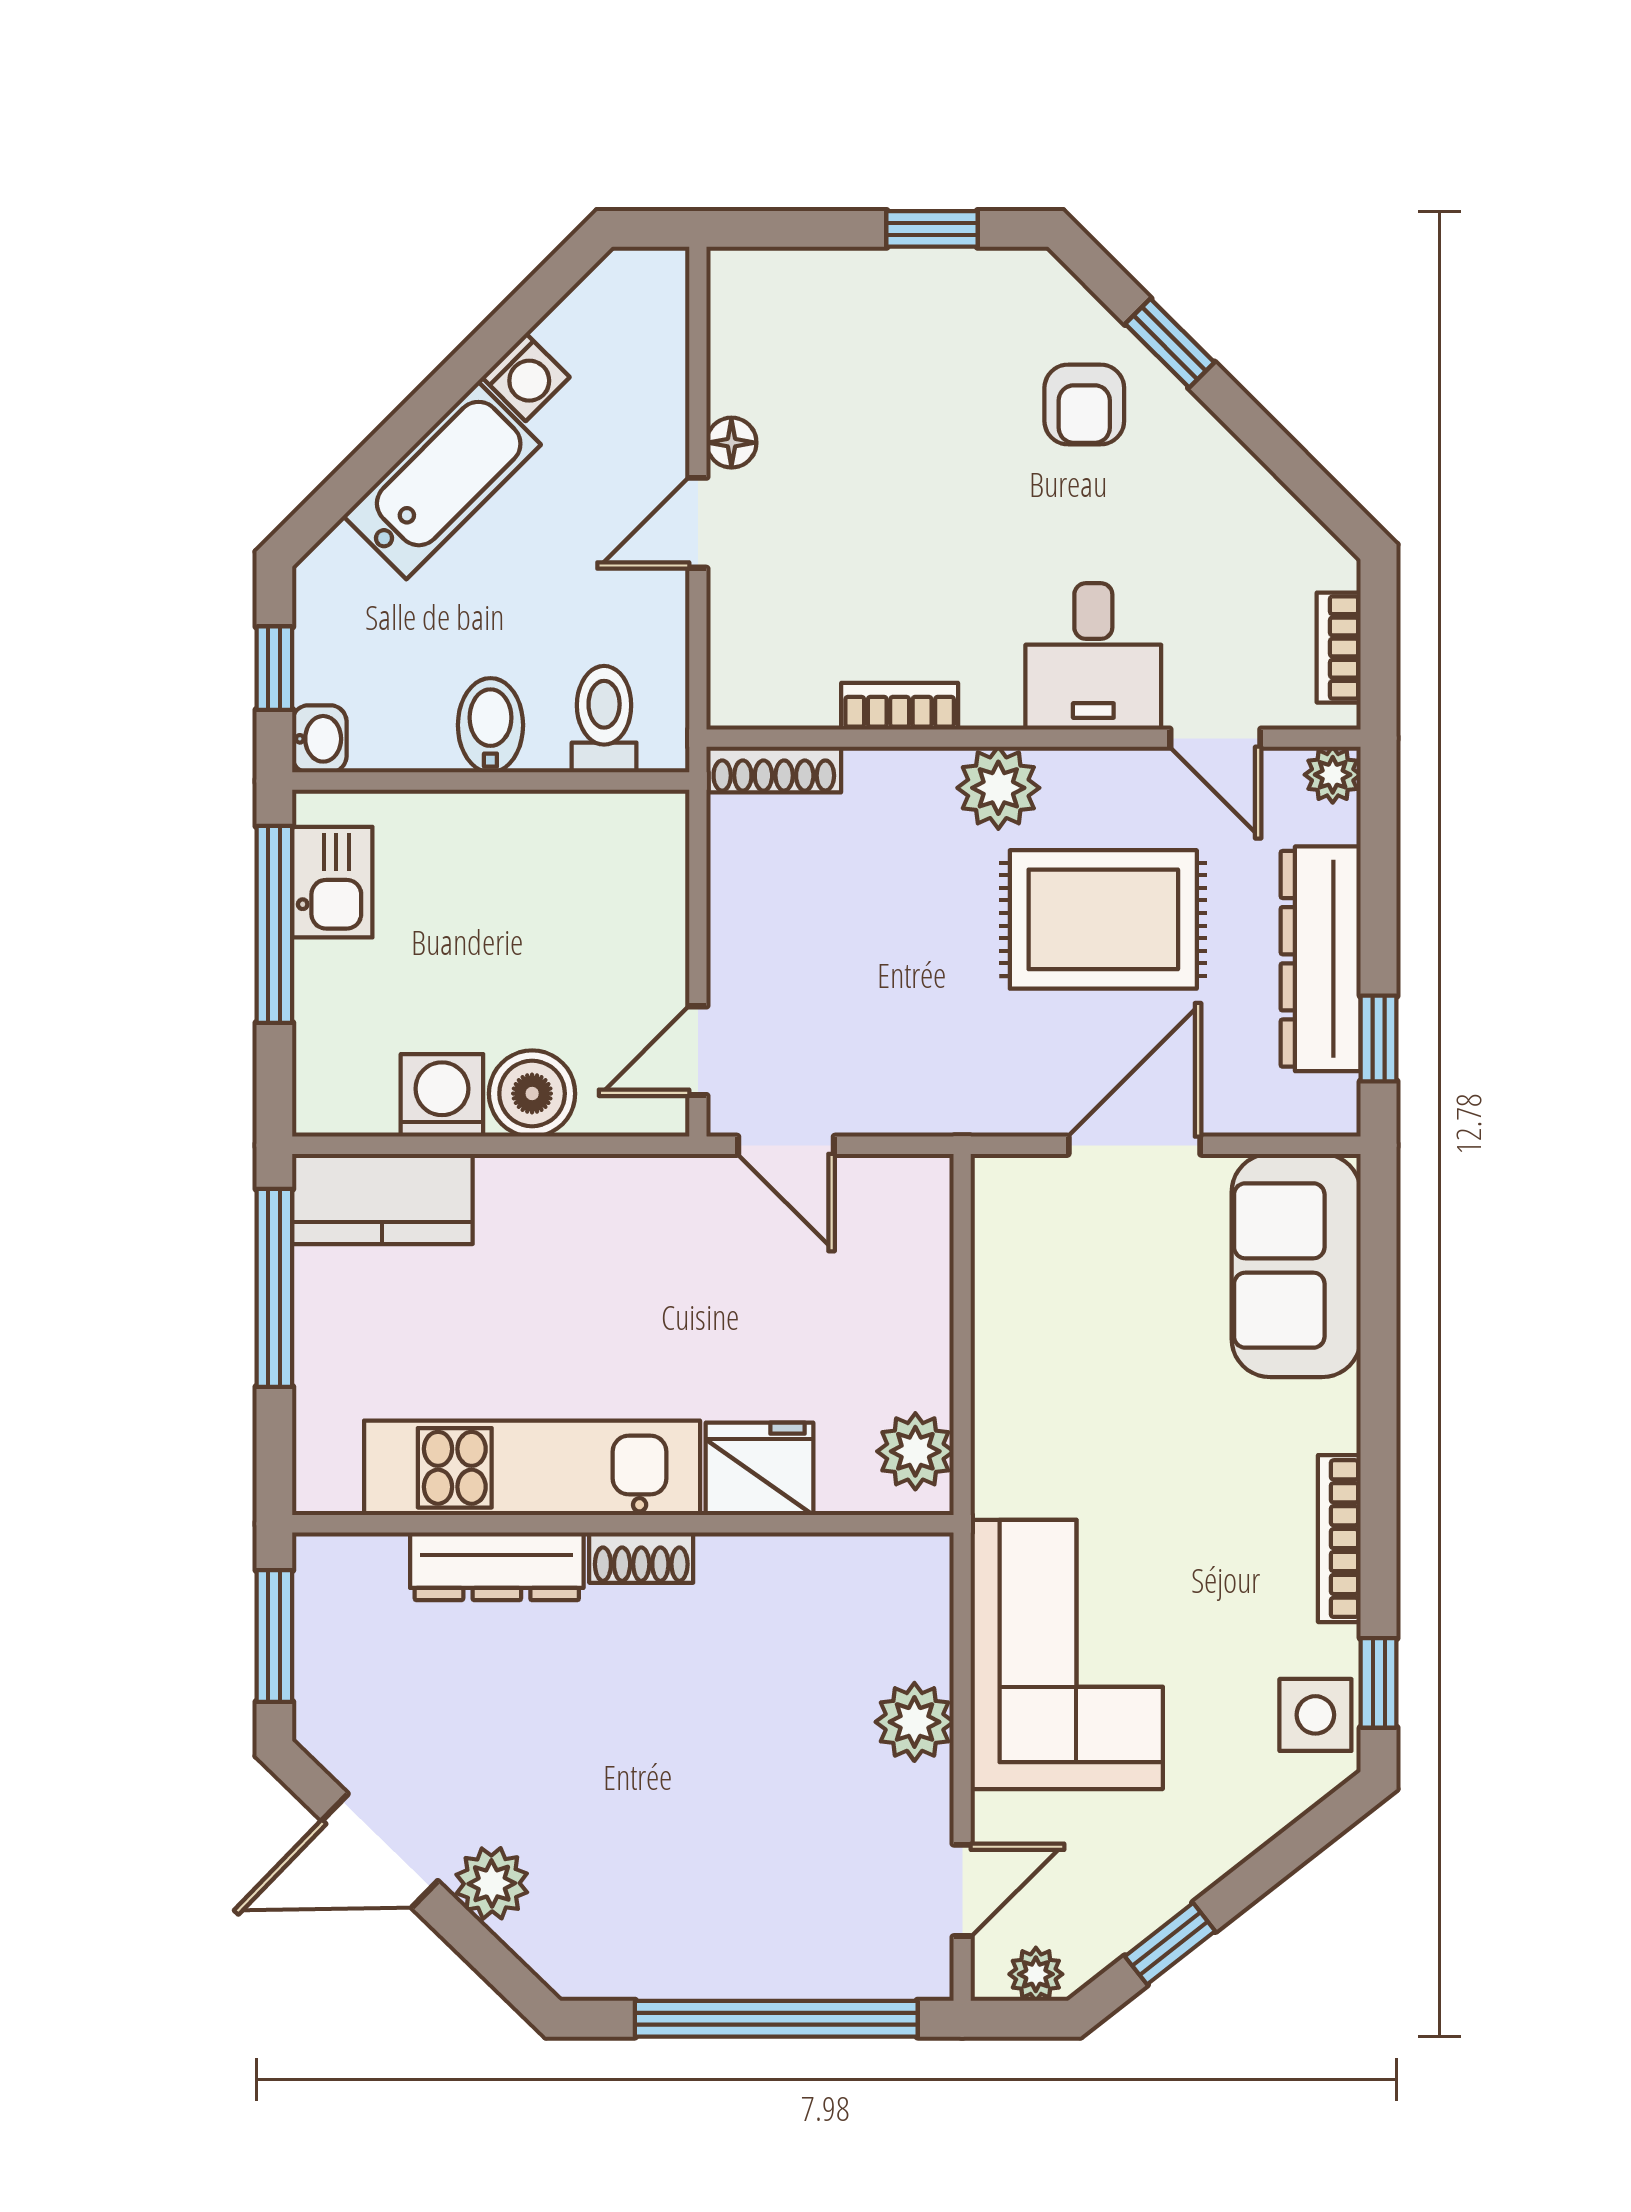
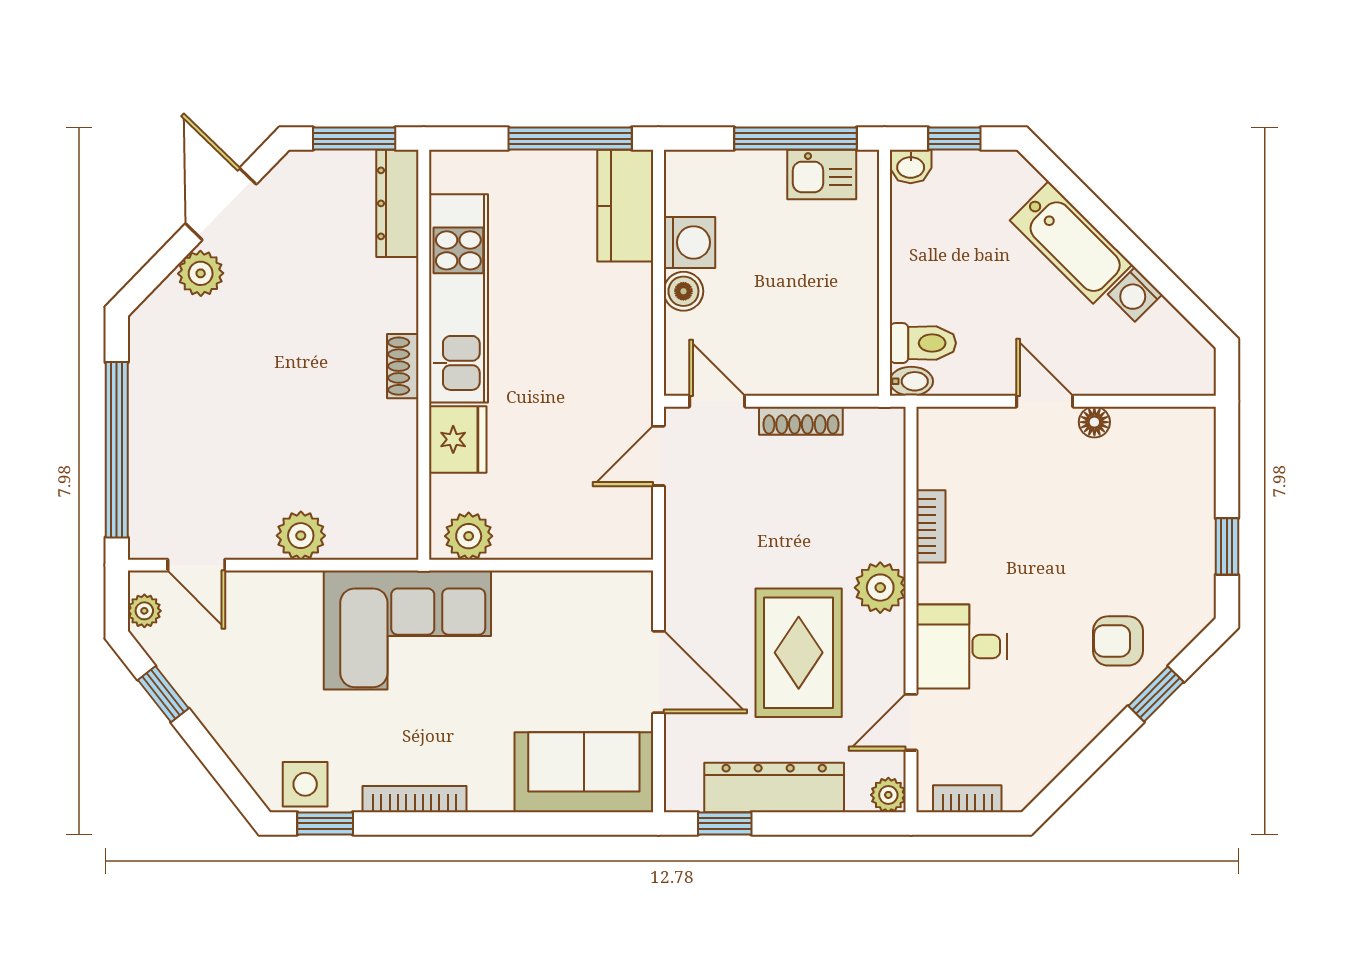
bidet: (490, 725) -> (911, 381), moved, width x0.72, depth x0.74
shoe rack: (774, 770) -> (801, 421), moved, turned -90
boiler: (532, 1094) -> (683, 291), width x0.73, depth x0.73
dresser: (497, 1566) -> (397, 203), moved
corner sofa: (1067, 1654) -> (407, 630), moved

